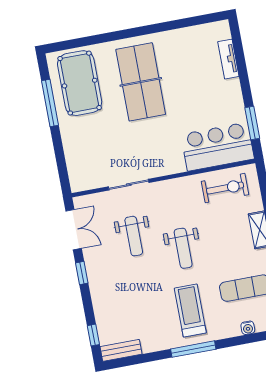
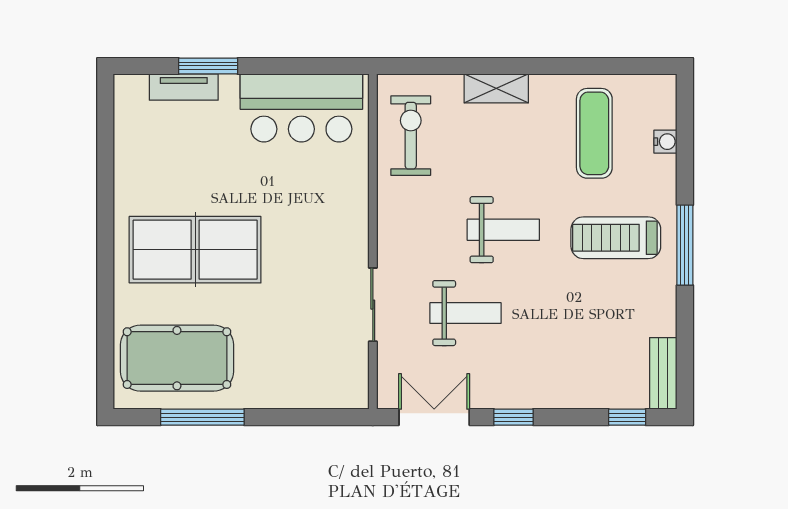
window: (252, 123) -> (208, 66), moved
bar counter: (218, 147) -> (301, 108), moved, turned -90

